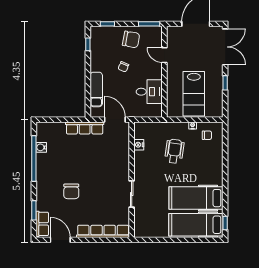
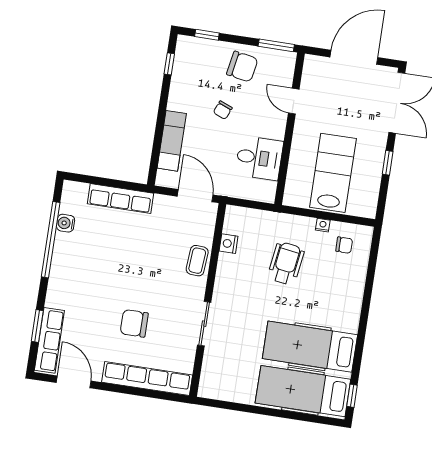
lab bench: (194, 94) -> (333, 173), turned 180
row of seats: (85, 128) -> (121, 199), moved
coffee table: (122, 158) -> (197, 261), added
chair: (71, 191) -> (134, 323), moved, turned 90
row of seats: (42, 224) -> (49, 340), width x1.48

